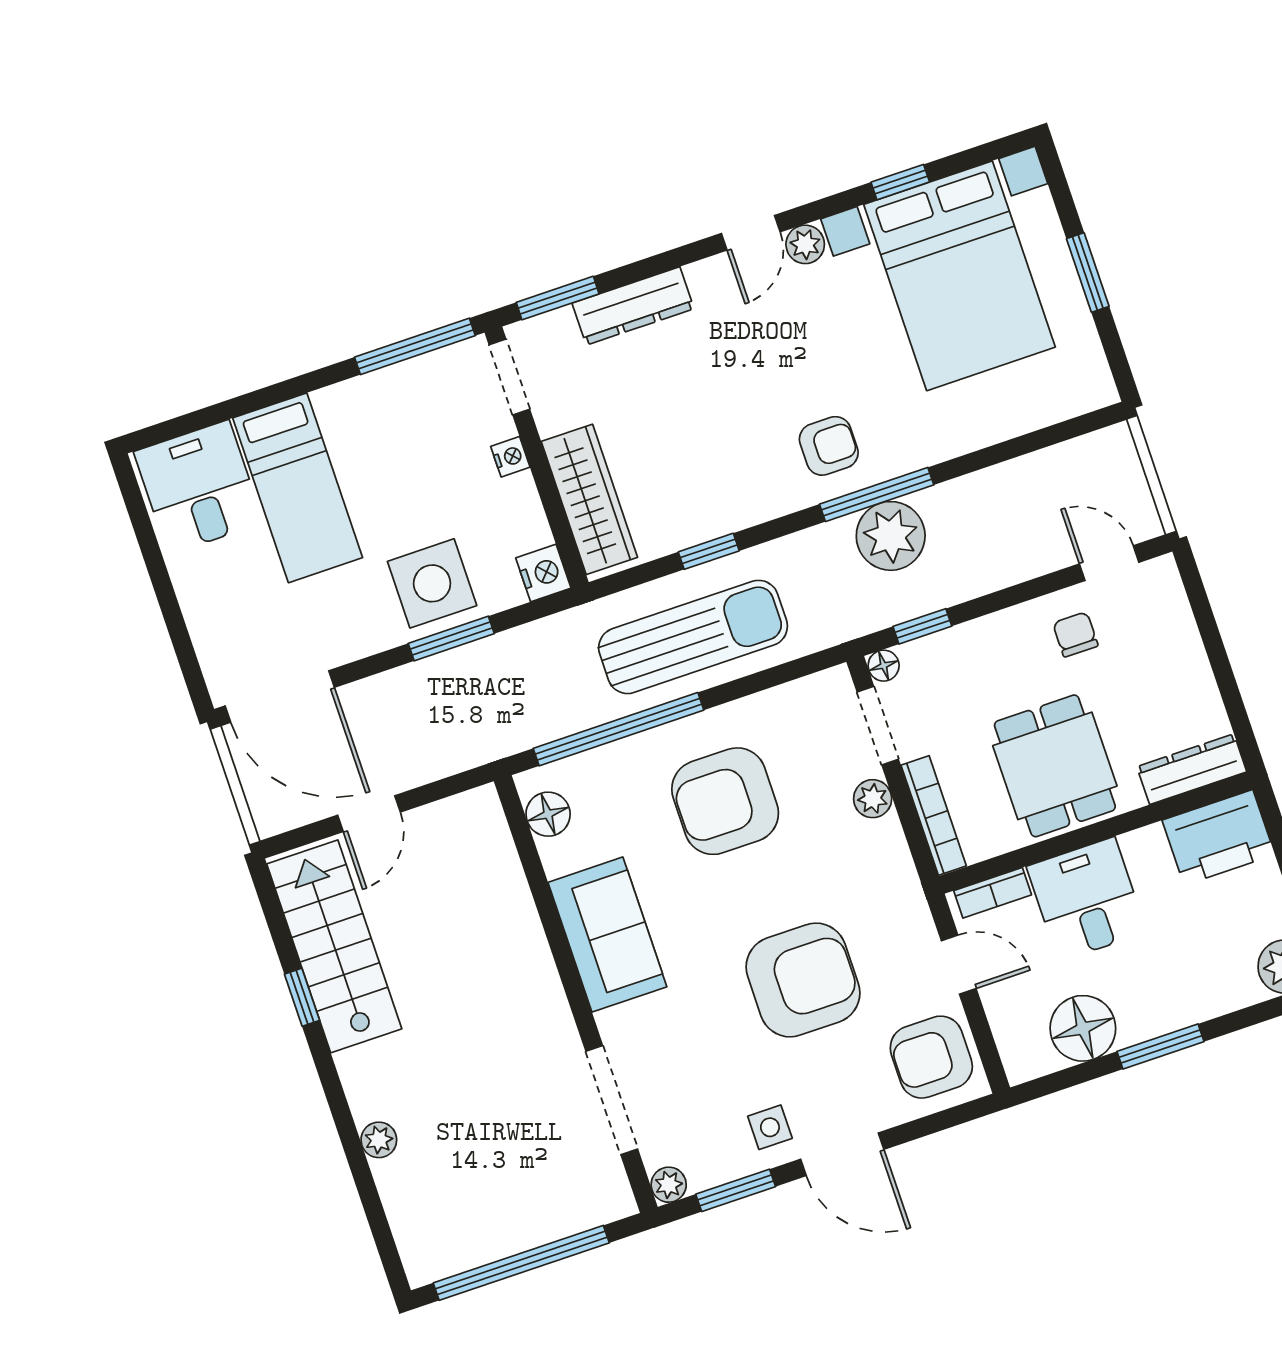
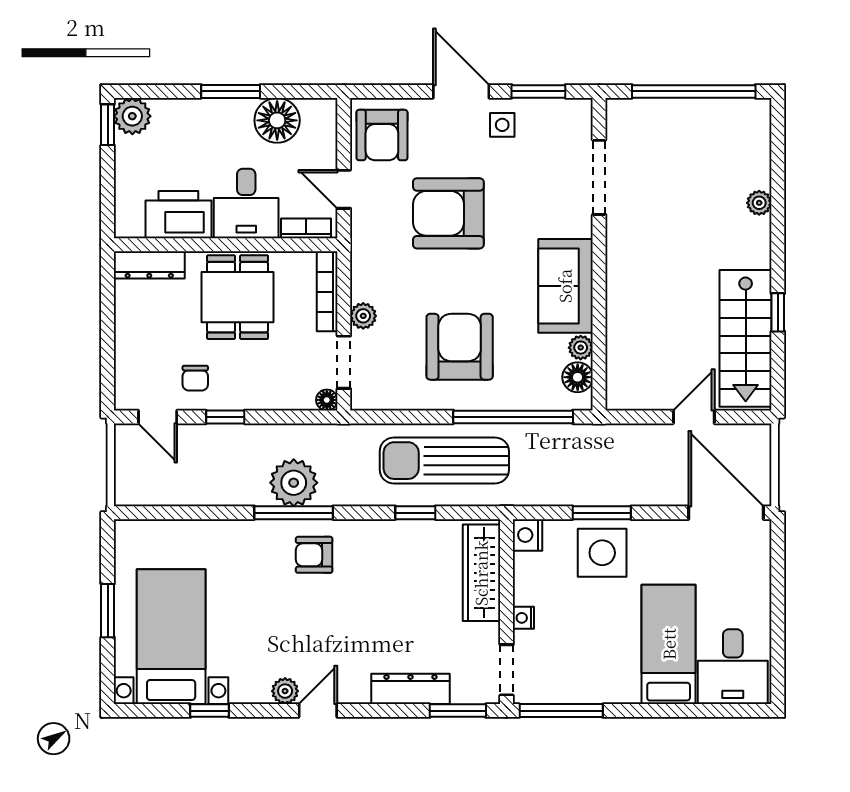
bed with nightstands: (960, 276) -> (171, 637), width x0.73
window: (922, 626) -> (225, 417), moved
armchair: (725, 801) -> (460, 347), turned -90
printer: (1218, 837) -> (178, 215), moved
armchair: (931, 1057) -> (382, 135), turned 90
plant: (669, 1185) -> (581, 348), moved

